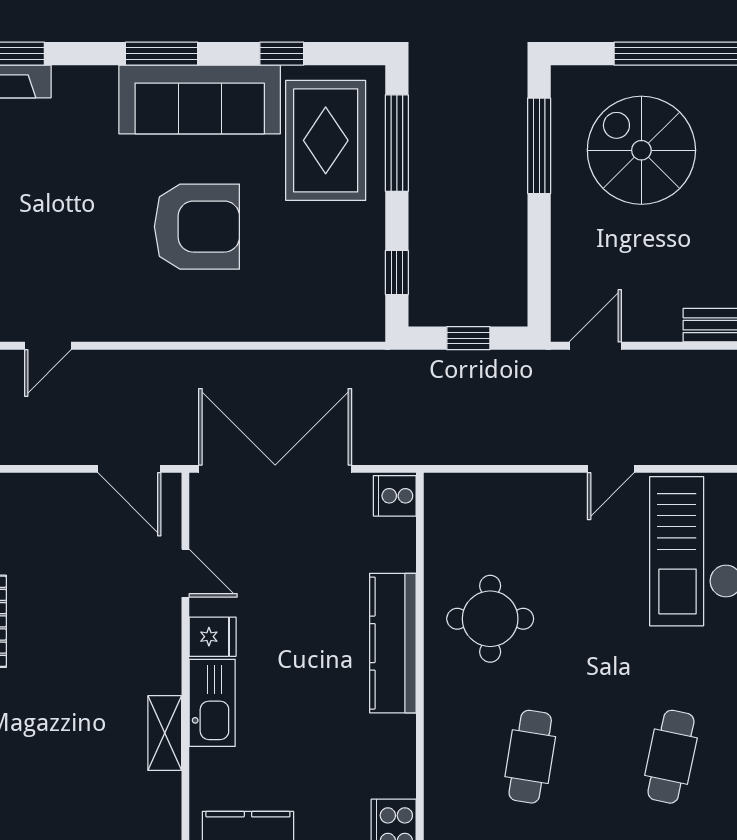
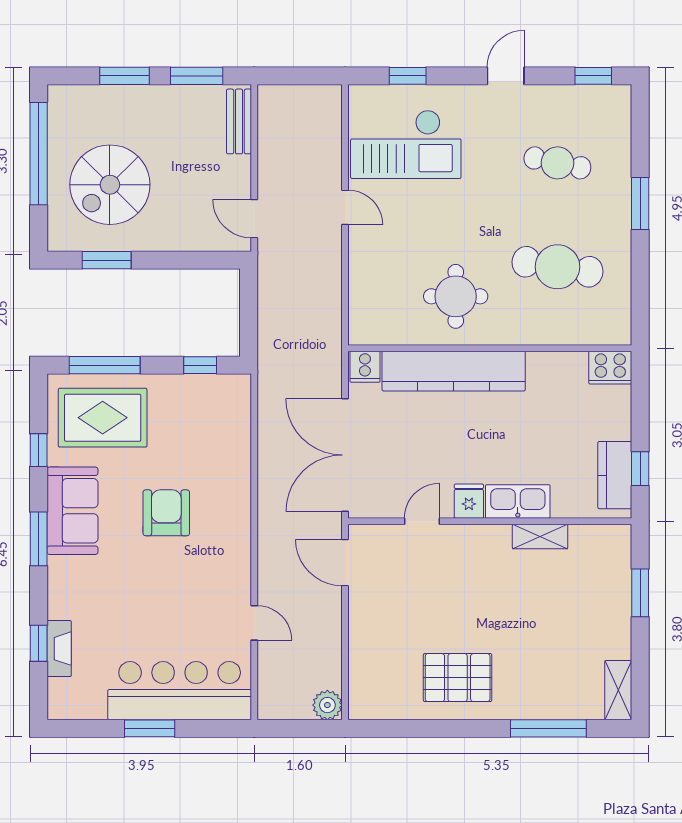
sofa: (200, 100) -> (72, 511), width x0.73
window: (539, 146) -> (107, 260), width x0.69
armchair: (197, 227) -> (166, 513), width x0.73, depth x0.73
window: (468, 338) -> (249, 312), removed
door: (129, 469) -> (345, 563), swing flipped
kitchen counter: (393, 643) -> (454, 371), width x1.39, depth x1.17
cafe table: (530, 757) -> (557, 267), width x1.37, depth x1.35

